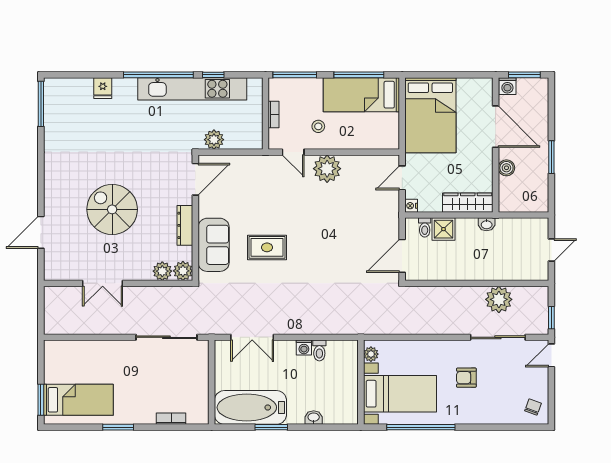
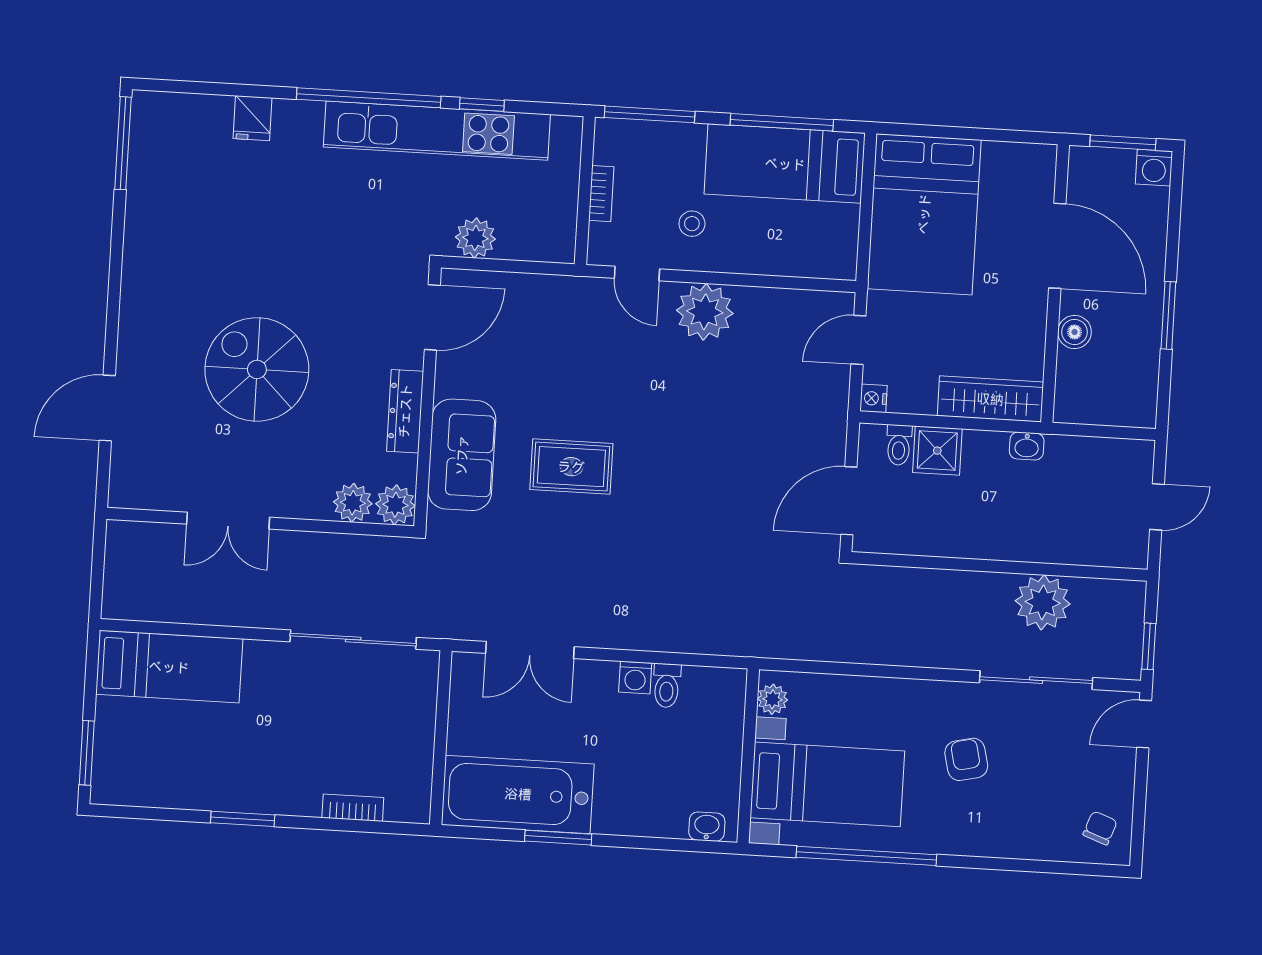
washing machine: (507, 86) -> (1154, 168), moved
armchair: (466, 378) -> (966, 759), turned 77
bed: (78, 400) -> (169, 667), moved
washbasin: (314, 418) -> (707, 827), moved

